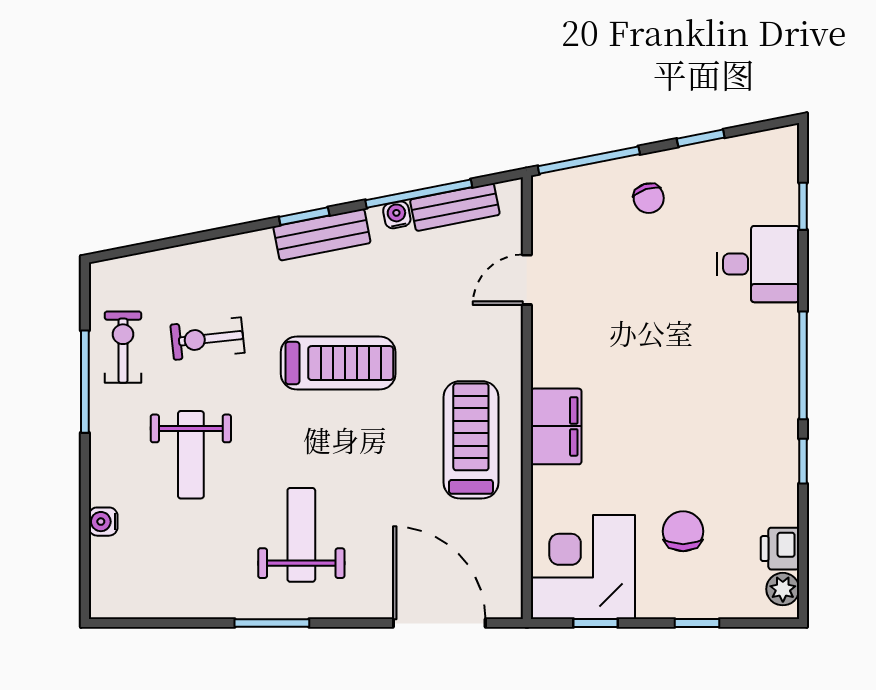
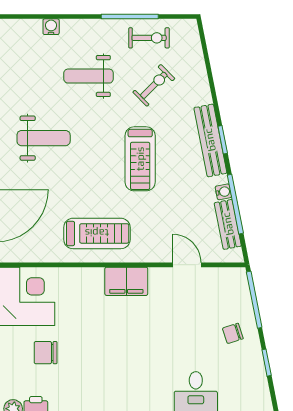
bench: (322, 235) -> (210, 140), width x1.36
exercise bike: (207, 339) -> (154, 85), turned 51
filing cabinet: (556, 426) -> (126, 281), moved
chair: (683, 531) -> (46, 353), turned 180

